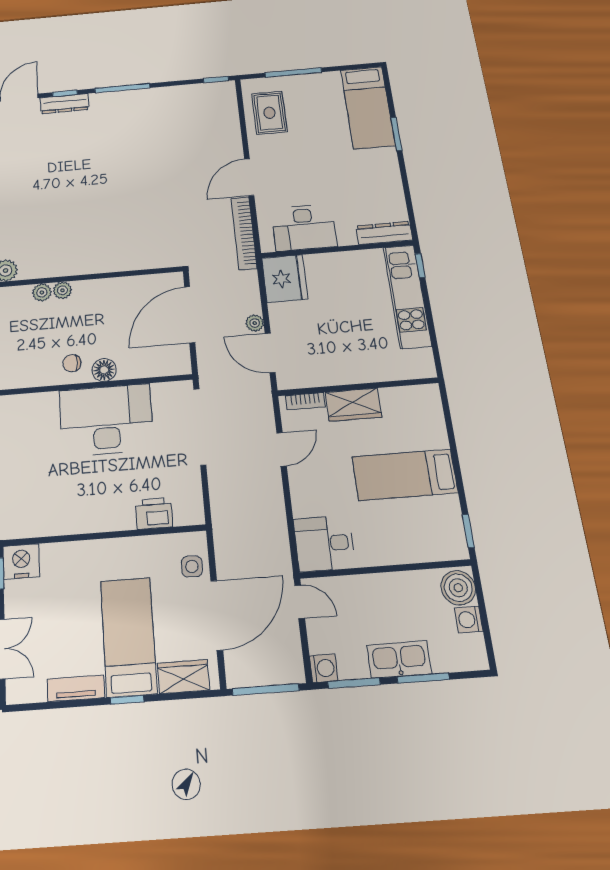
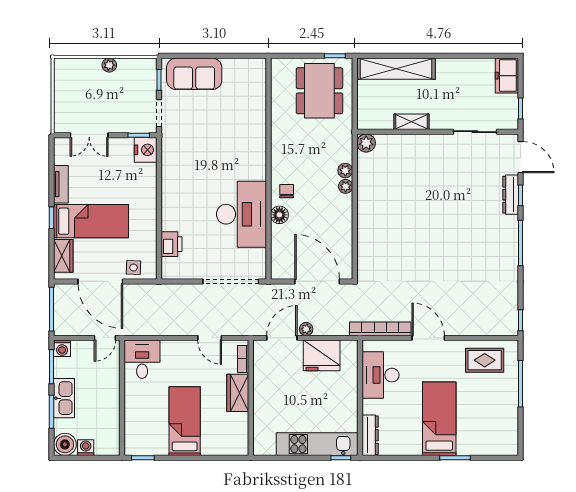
bed: (368, 107) -> (439, 419), moved, turned 90
fridge: (285, 279) -> (322, 355), moved
boiler: (458, 588) -> (65, 444), moved

